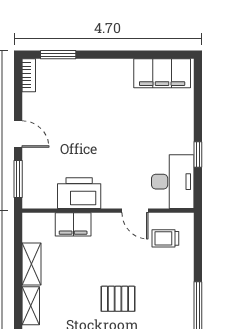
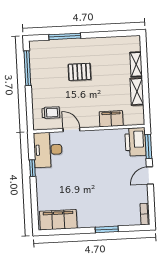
window: (58, 55) -> (107, 229), moved
door: (18, 134) -> (150, 176), hinge flipped
printer: (79, 193) -> (135, 142), moved, turned 90

